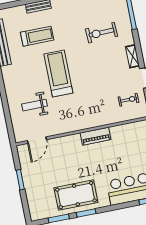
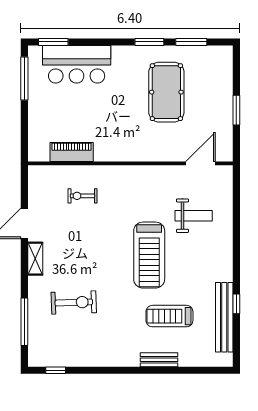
exercise bike: (128, 100) -> (82, 196), moved
piano: (96, 136) -> (72, 152), moved
pool table: (76, 195) -> (166, 92), moved, turned 90

